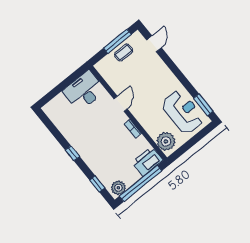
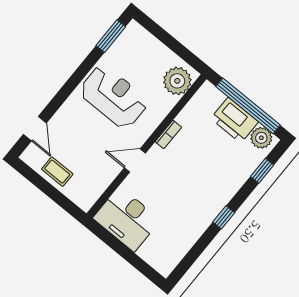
window: (117, 41) -> (42, 184), removed
door: (154, 44) -> (35, 129), swing flipped
reception desk: (183, 112) -> (114, 97), moved, turned 90
printer: (148, 161) -> (235, 120), moved

